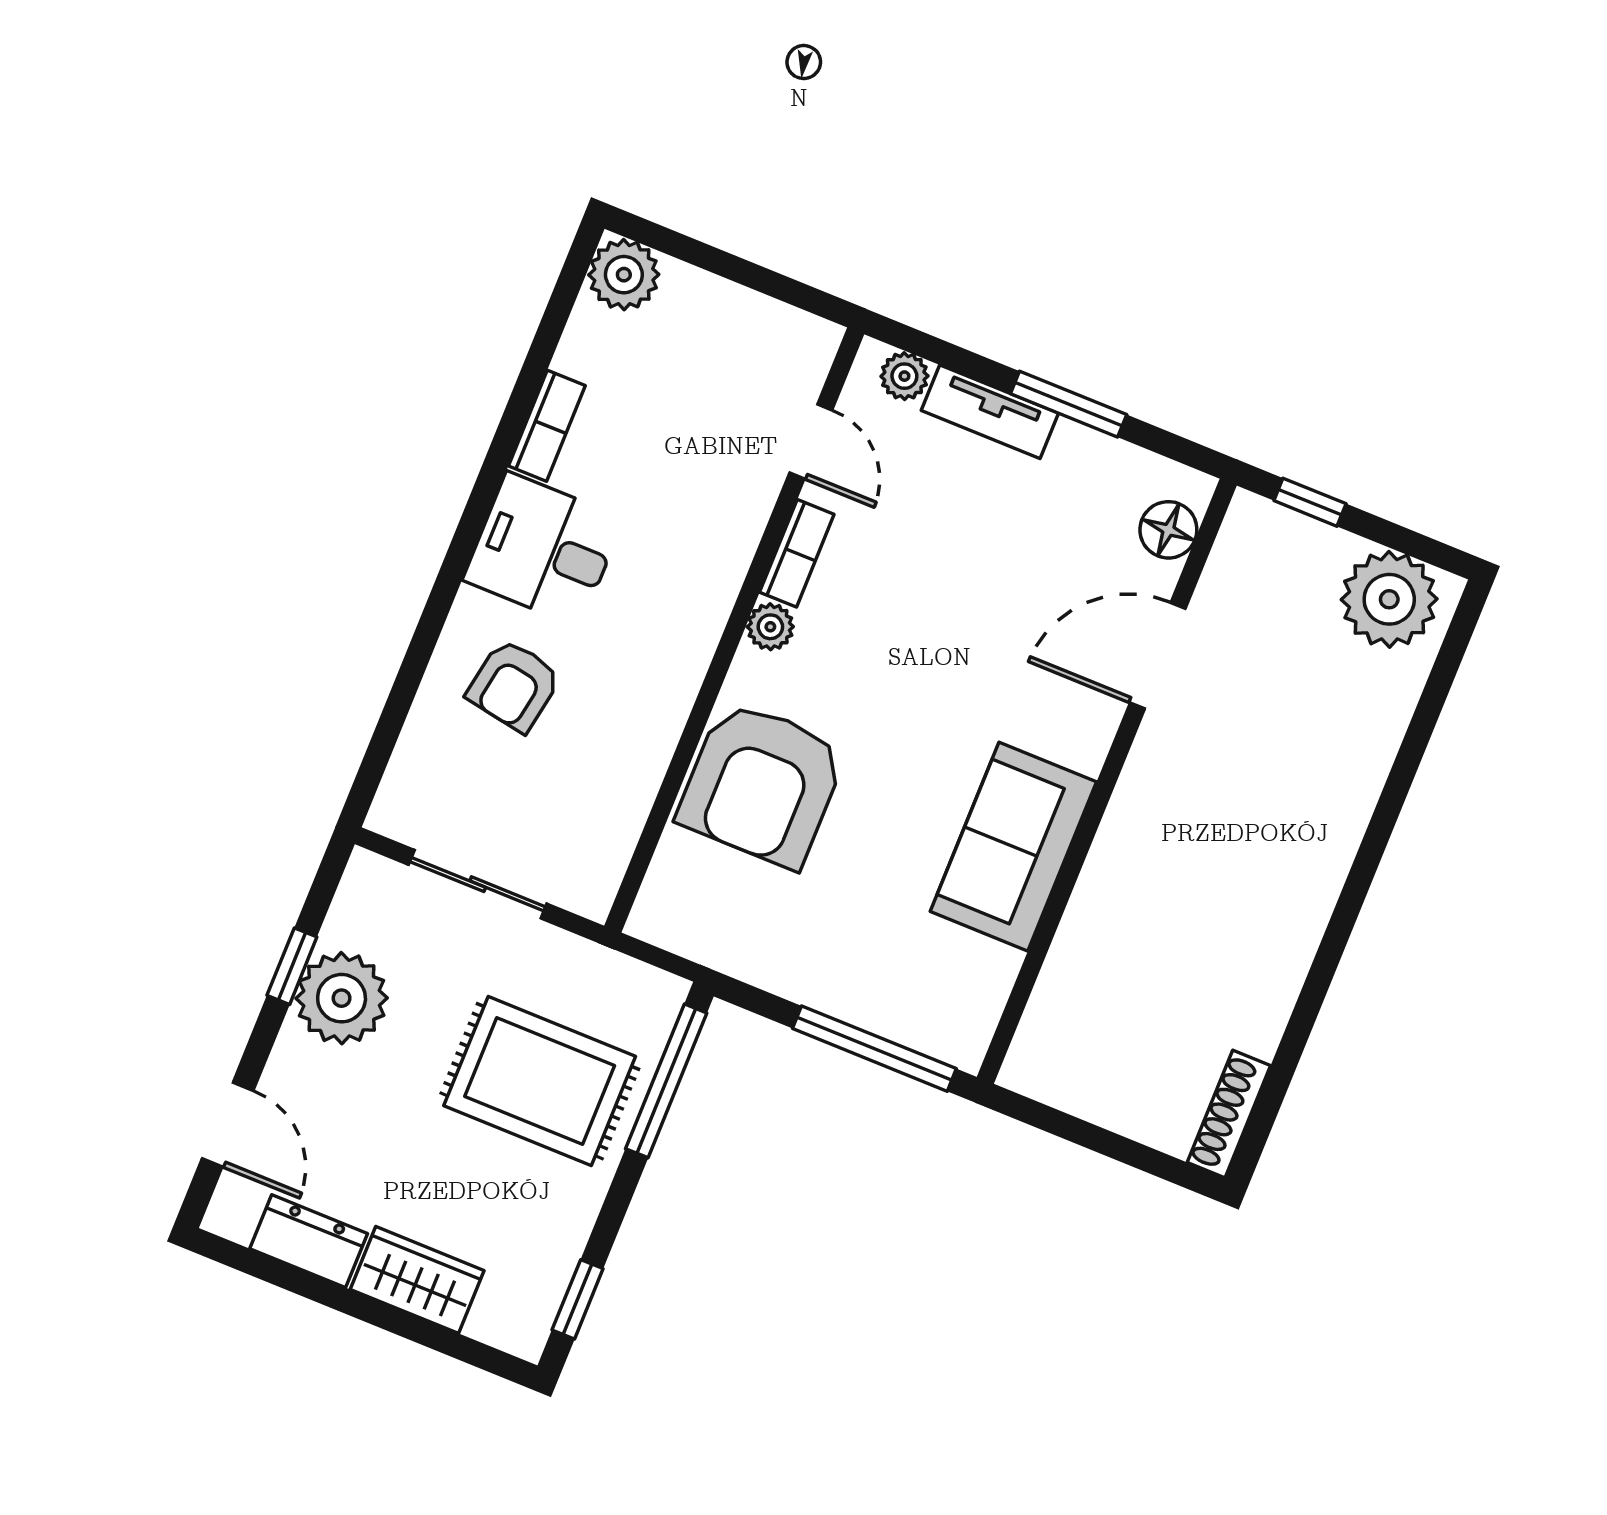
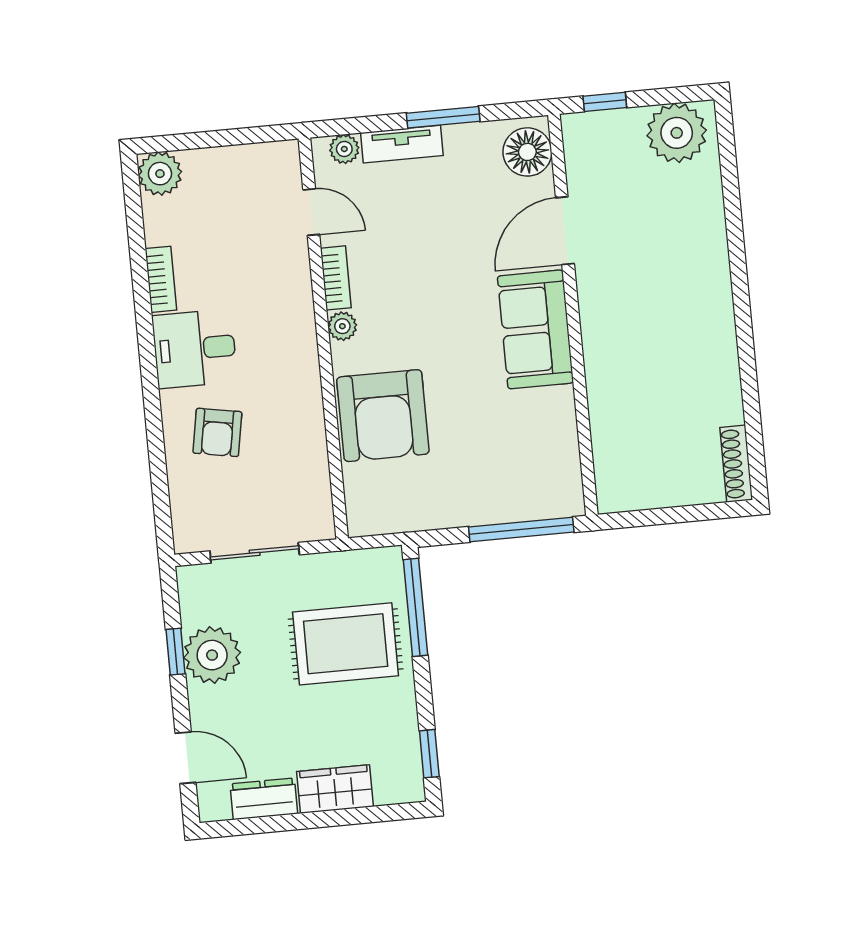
floor lamp: (1168, 530) -> (527, 152), width x1.38, depth x1.38
sofa: (1013, 847) -> (535, 329), moved

